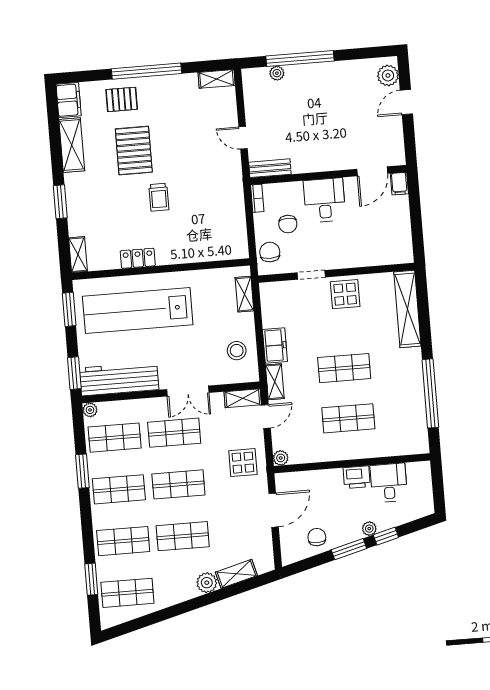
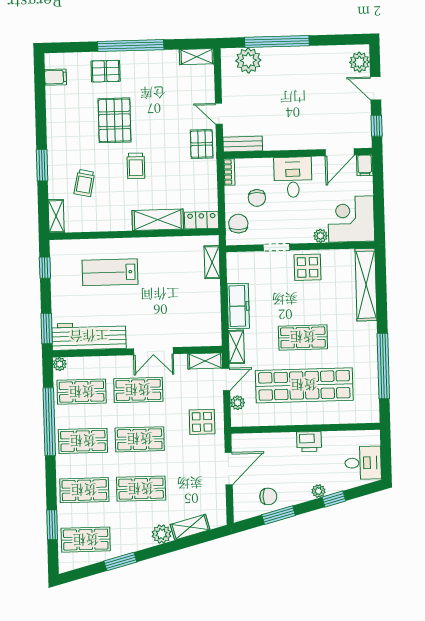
plant: (277, 73) -> (248, 60), width x1.87, depth x1.87
filing cabinet: (69, 100) -> (55, 77), width x0.50
door: (406, 102) -> (376, 88), hinge flipped
window: (410, 141) -> (377, 126), added
shelving: (72, 145) -> (158, 220), moved, turned 90
pallet: (227, 171) -> (202, 144), added
trolley: (106, 218) -> (84, 183), added
corner desk: (388, 241) -> (351, 219), added
locker: (138, 258) -> (201, 220), moved
plant: (357, 260) -> (320, 236), added
window: (69, 309) -> (45, 268), width x0.67
lab bench: (138, 311) -> (110, 272), width x0.54, depth x0.72
freezer: (275, 346) -> (238, 306), width x1.40
stool: (237, 351) -> (202, 315), removed
shop shelf: (348, 418) -> (304, 385), width x2.00, depth x1.36
plant: (281, 458) -> (238, 403), moved
window: (82, 471) -> (49, 422), width x2.11
desk: (389, 483) -> (363, 463), moved, turned 90
chair: (317, 537) -> (268, 496), turned 90
window: (349, 549) -> (279, 515), moved
window: (165, 614) -> (120, 562), added

